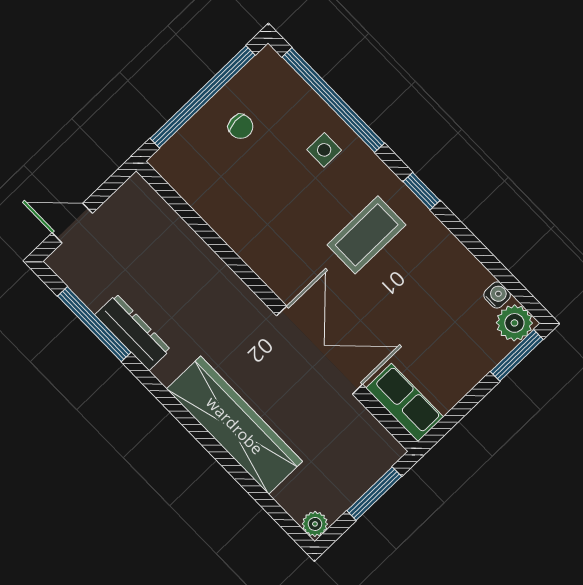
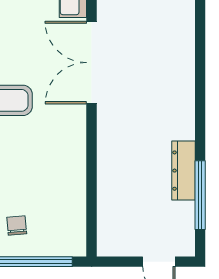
wardrobe: (235, 425) -> (177, 67), removed

